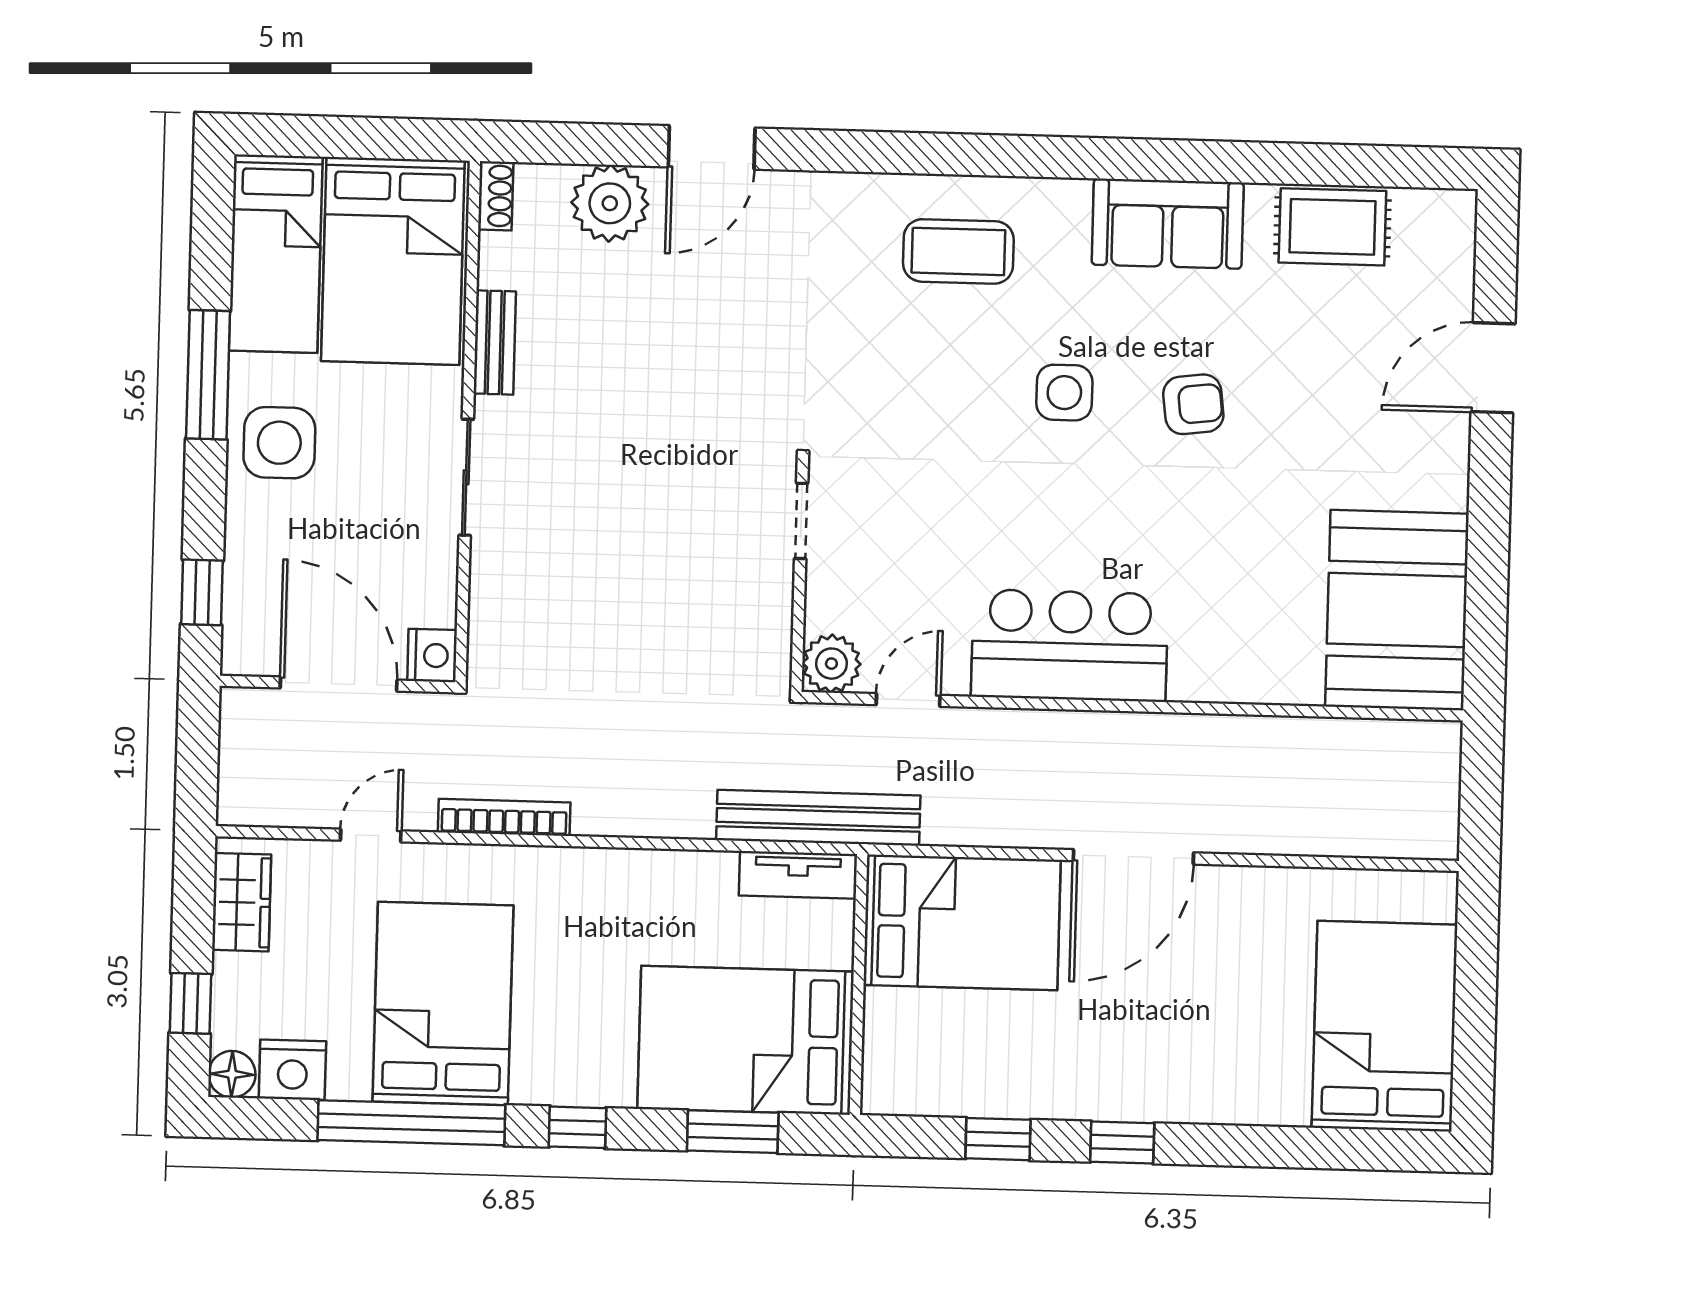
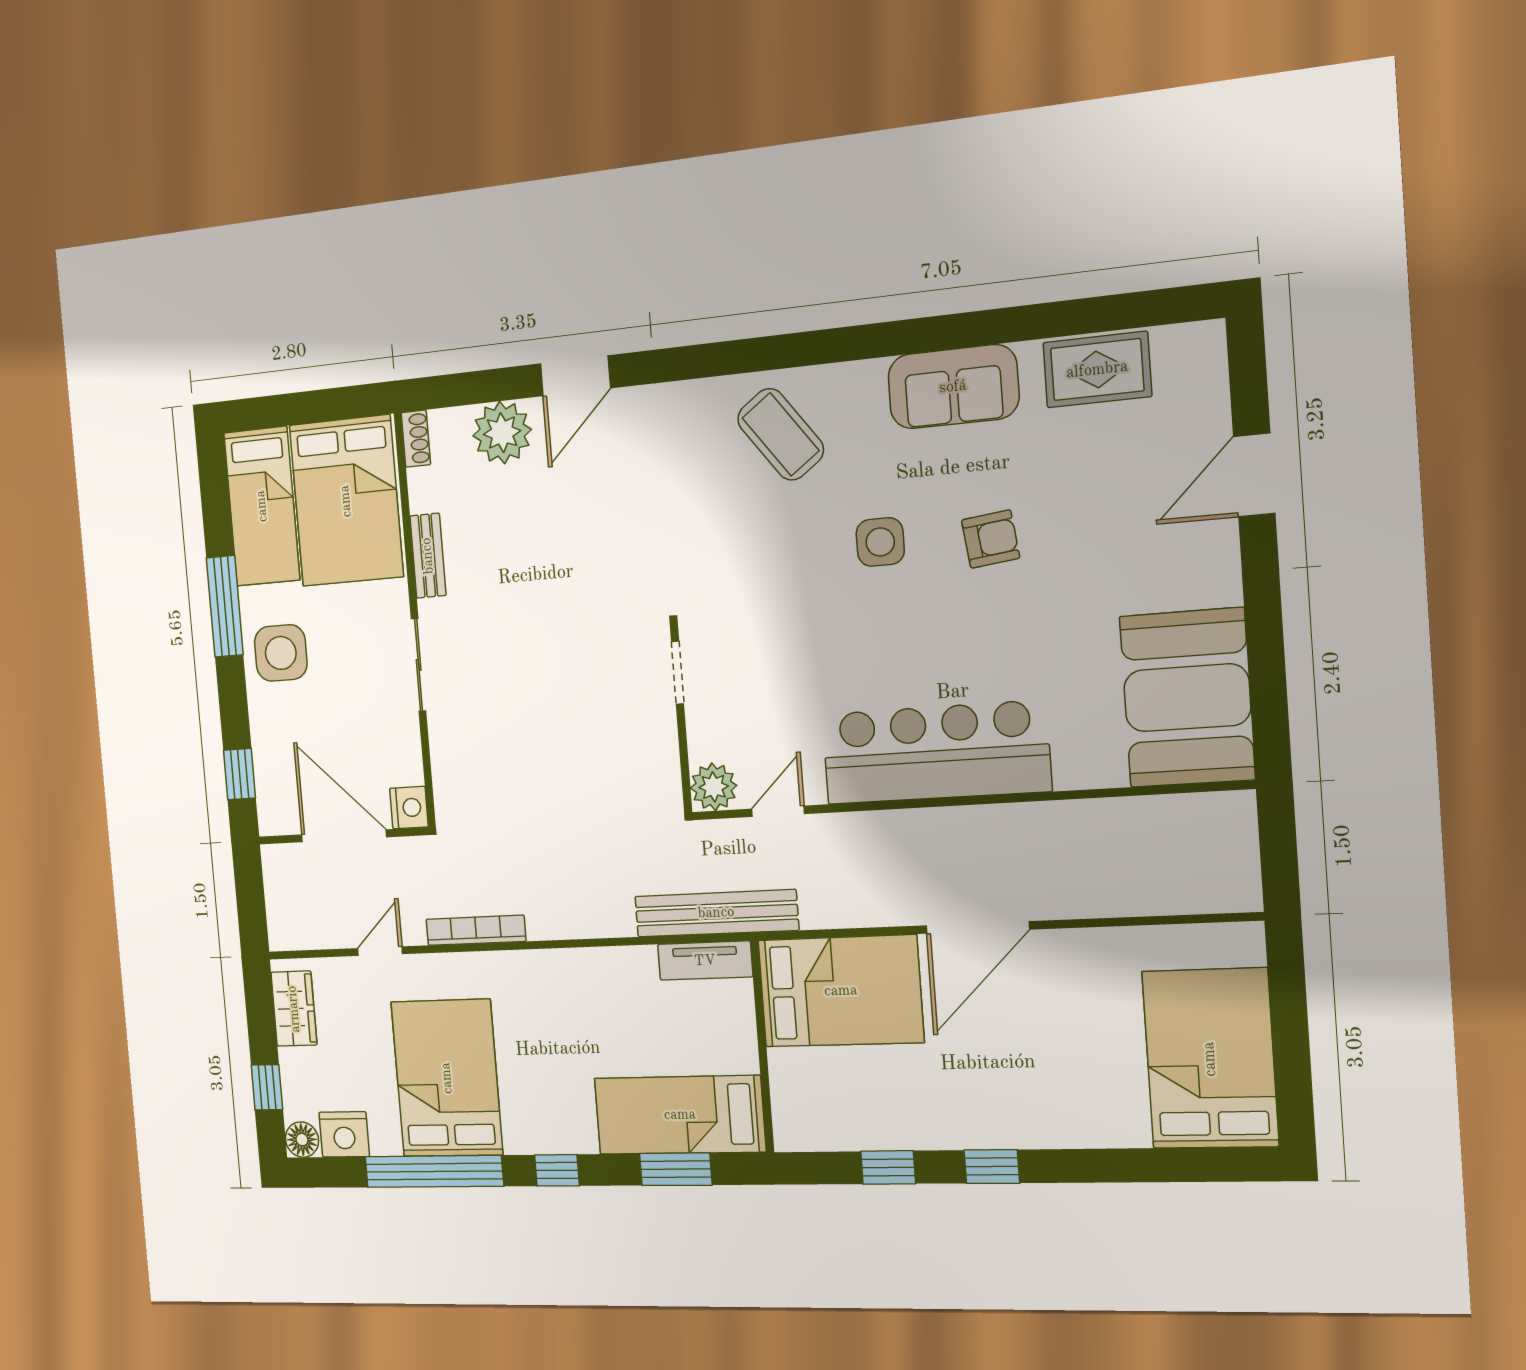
coffee table: (958, 251) -> (781, 434), turned 54
bar counter: (1070, 645) -> (936, 753), width x1.36
bed: (746, 1040) -> (680, 1115), width x0.67

